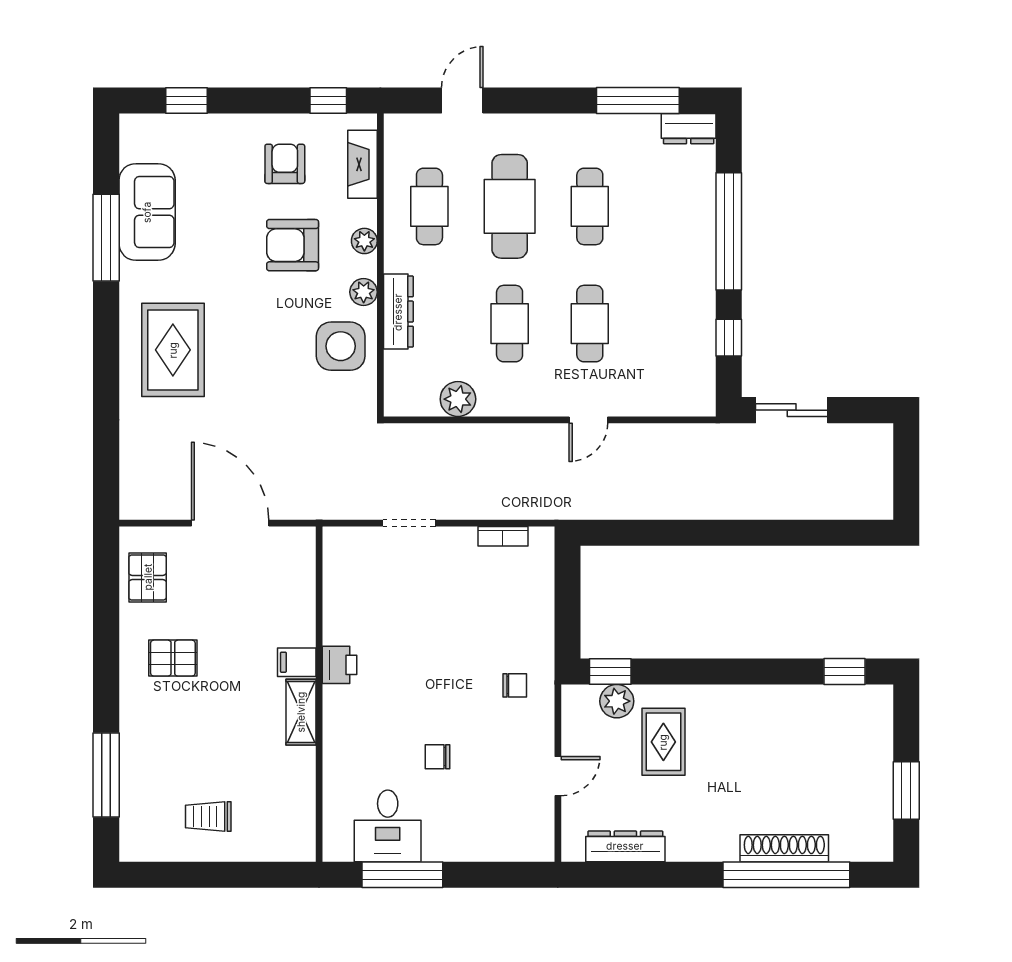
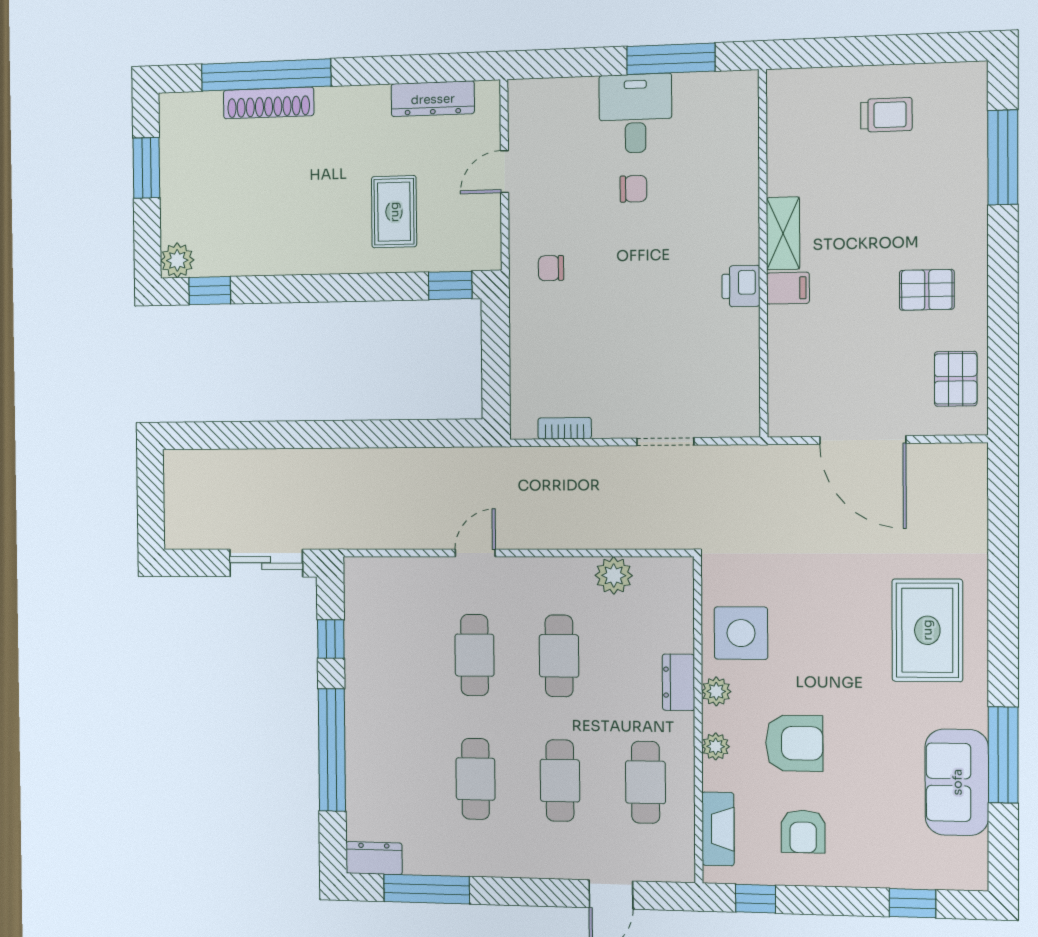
cafe table: (510, 206) -> (560, 781), width x0.73, depth x0.74
dresser: (398, 312) -> (678, 682), width x0.70
plant: (617, 701) -> (177, 260), moved
desk: (388, 826) -> (635, 113), moved

